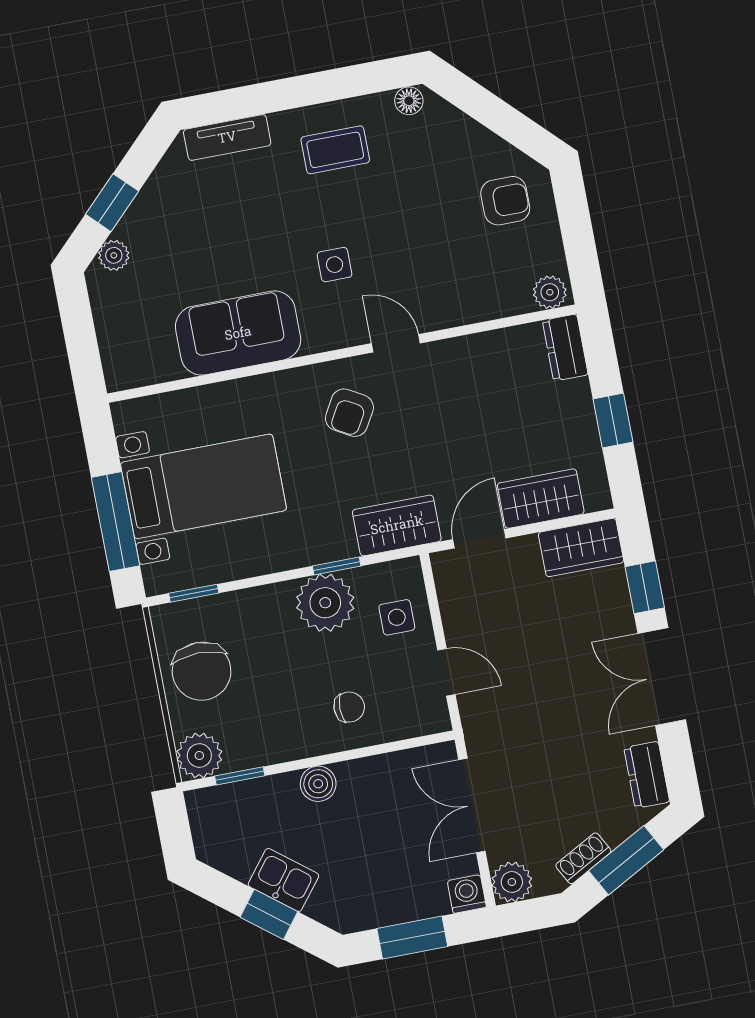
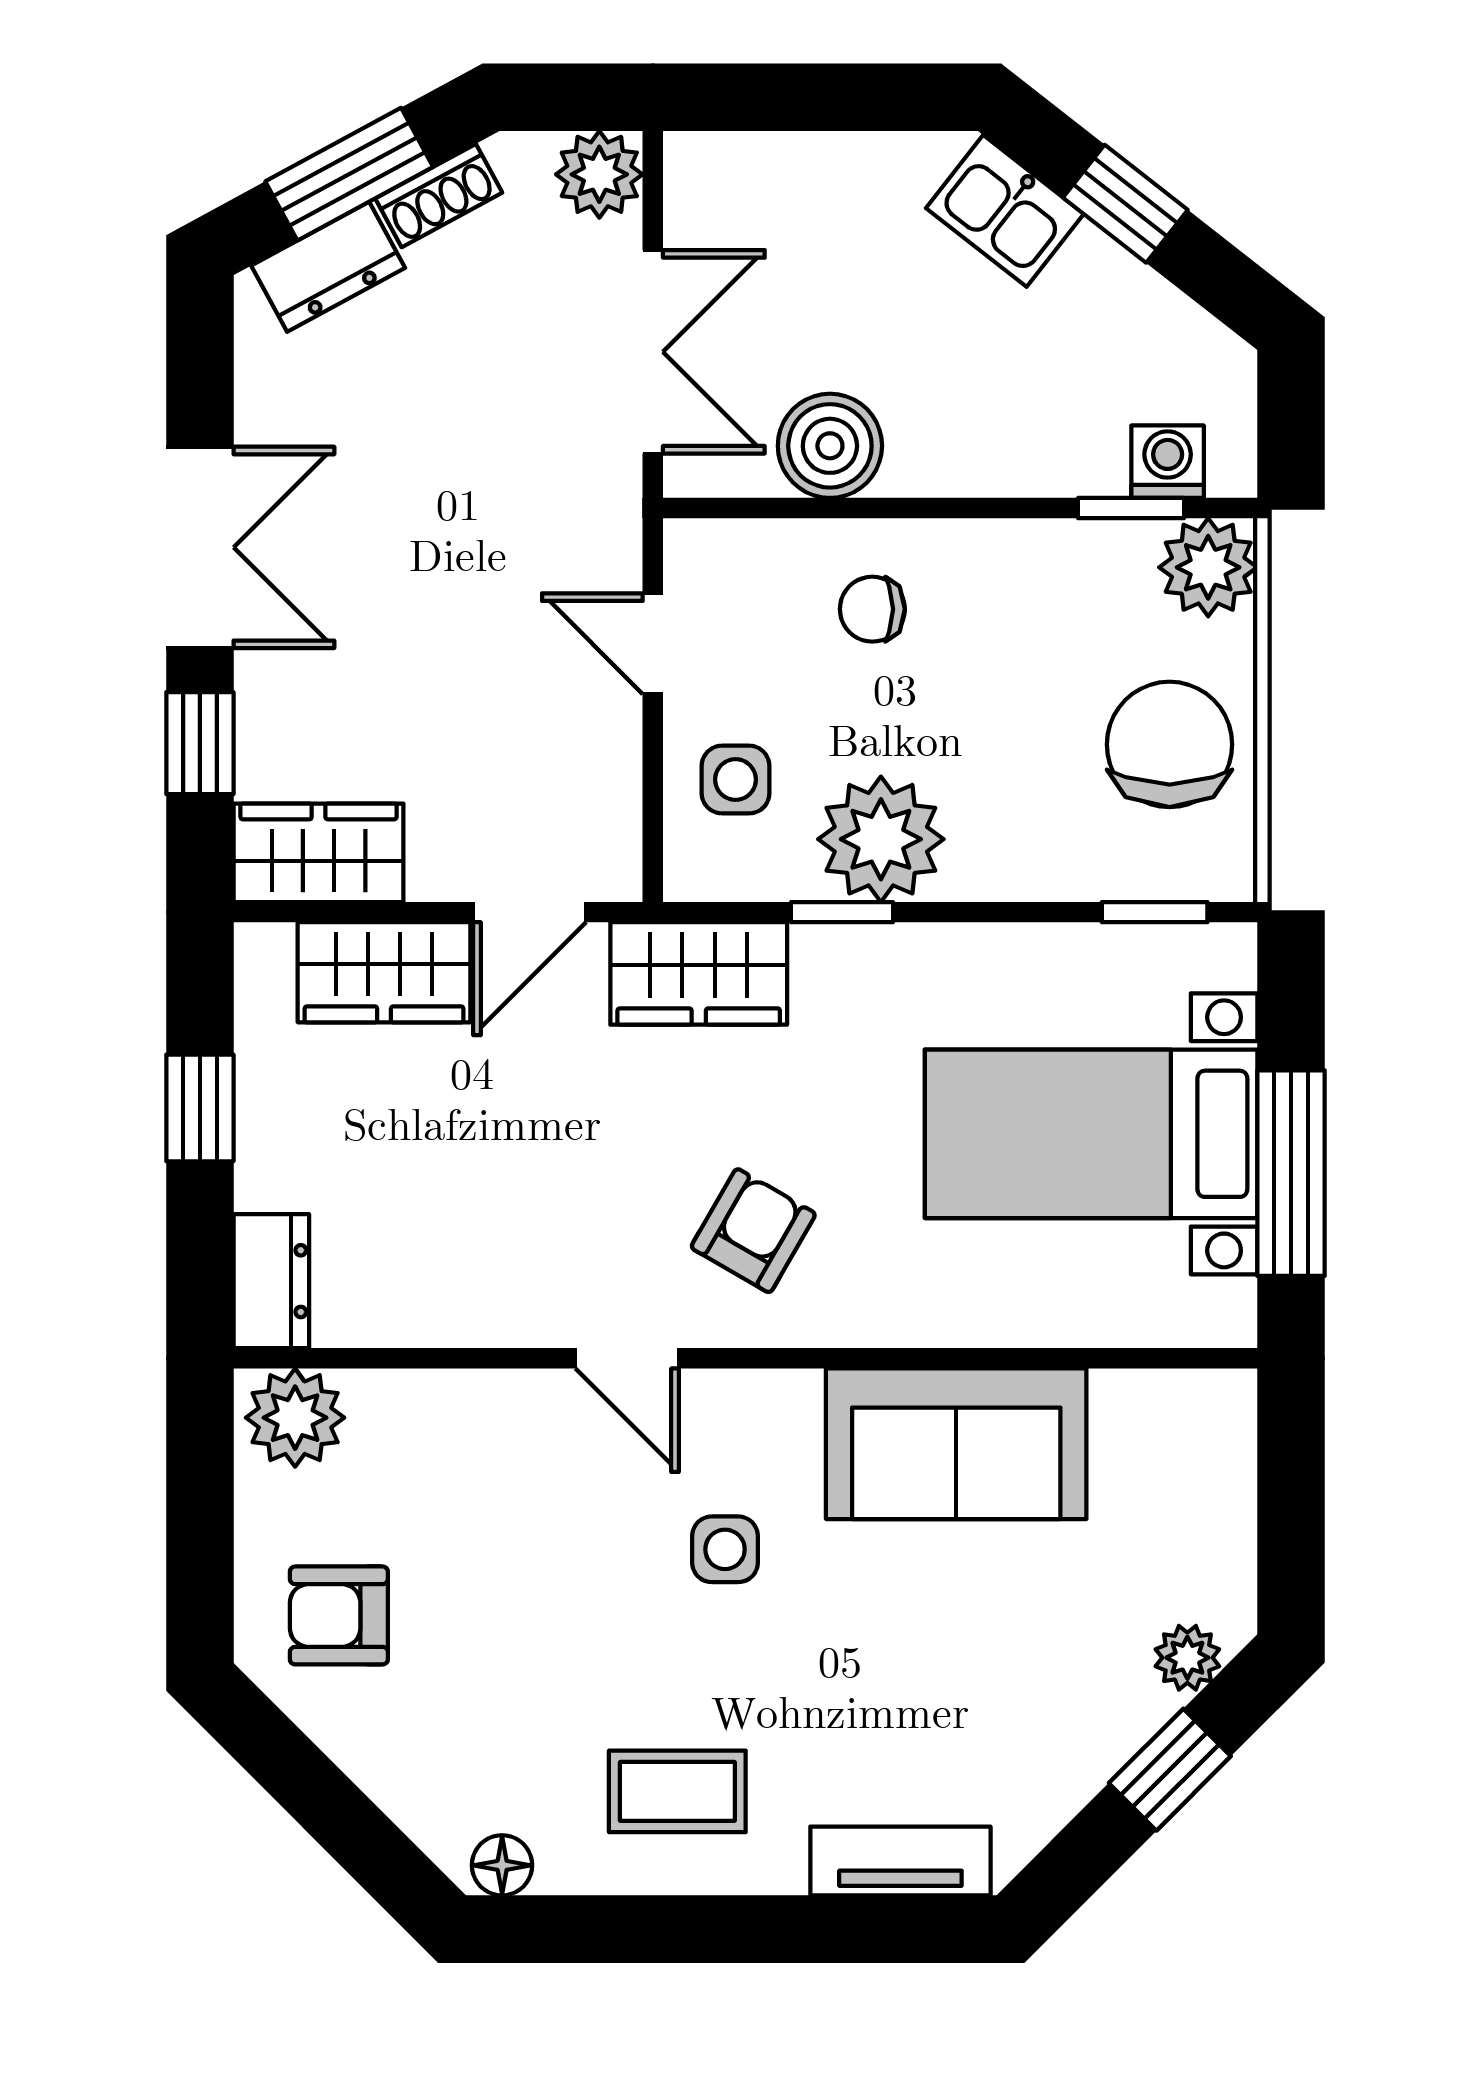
plant: (550, 292) -> (295, 1418), width x1.38, depth x1.38
window: (116, 522) -> (1291, 1173), moved
dresser: (647, 775) -> (328, 267), moved, turned 62
boiler: (318, 784) -> (830, 446), moved, width x1.36, depth x1.36
kitchen sink: (283, 880) -> (1005, 211), moved
washing machine: (467, 894) -> (1168, 462), moved, turned 180
window: (412, 937) -> (832, 97), removed

